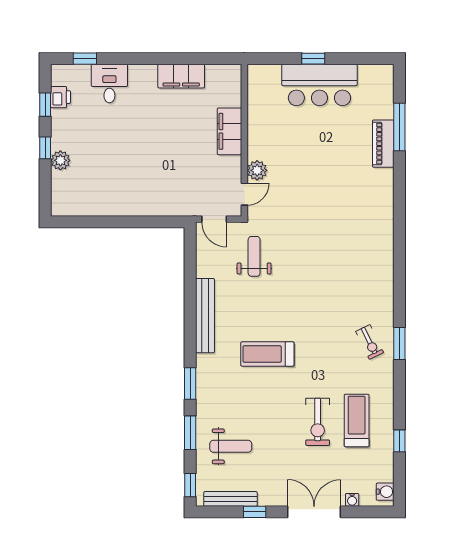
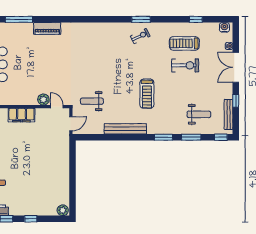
piano: (383, 144) -> (47, 28), moved
plant: (60, 160) -> (63, 210), moved
weight bench: (231, 446) -> (199, 114), turned 90

